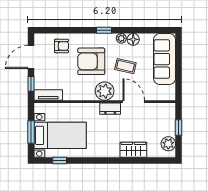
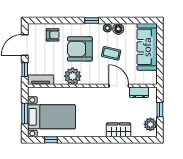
plant: (105, 91) -> (73, 76), moved
dresser: (110, 109) -> (139, 92), moved

